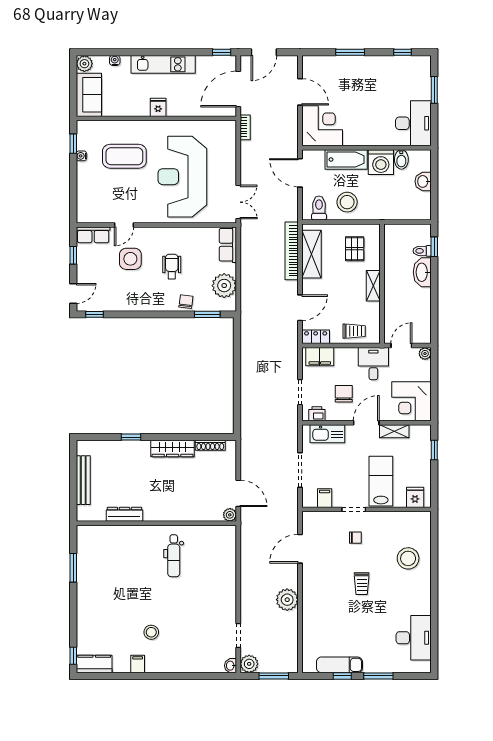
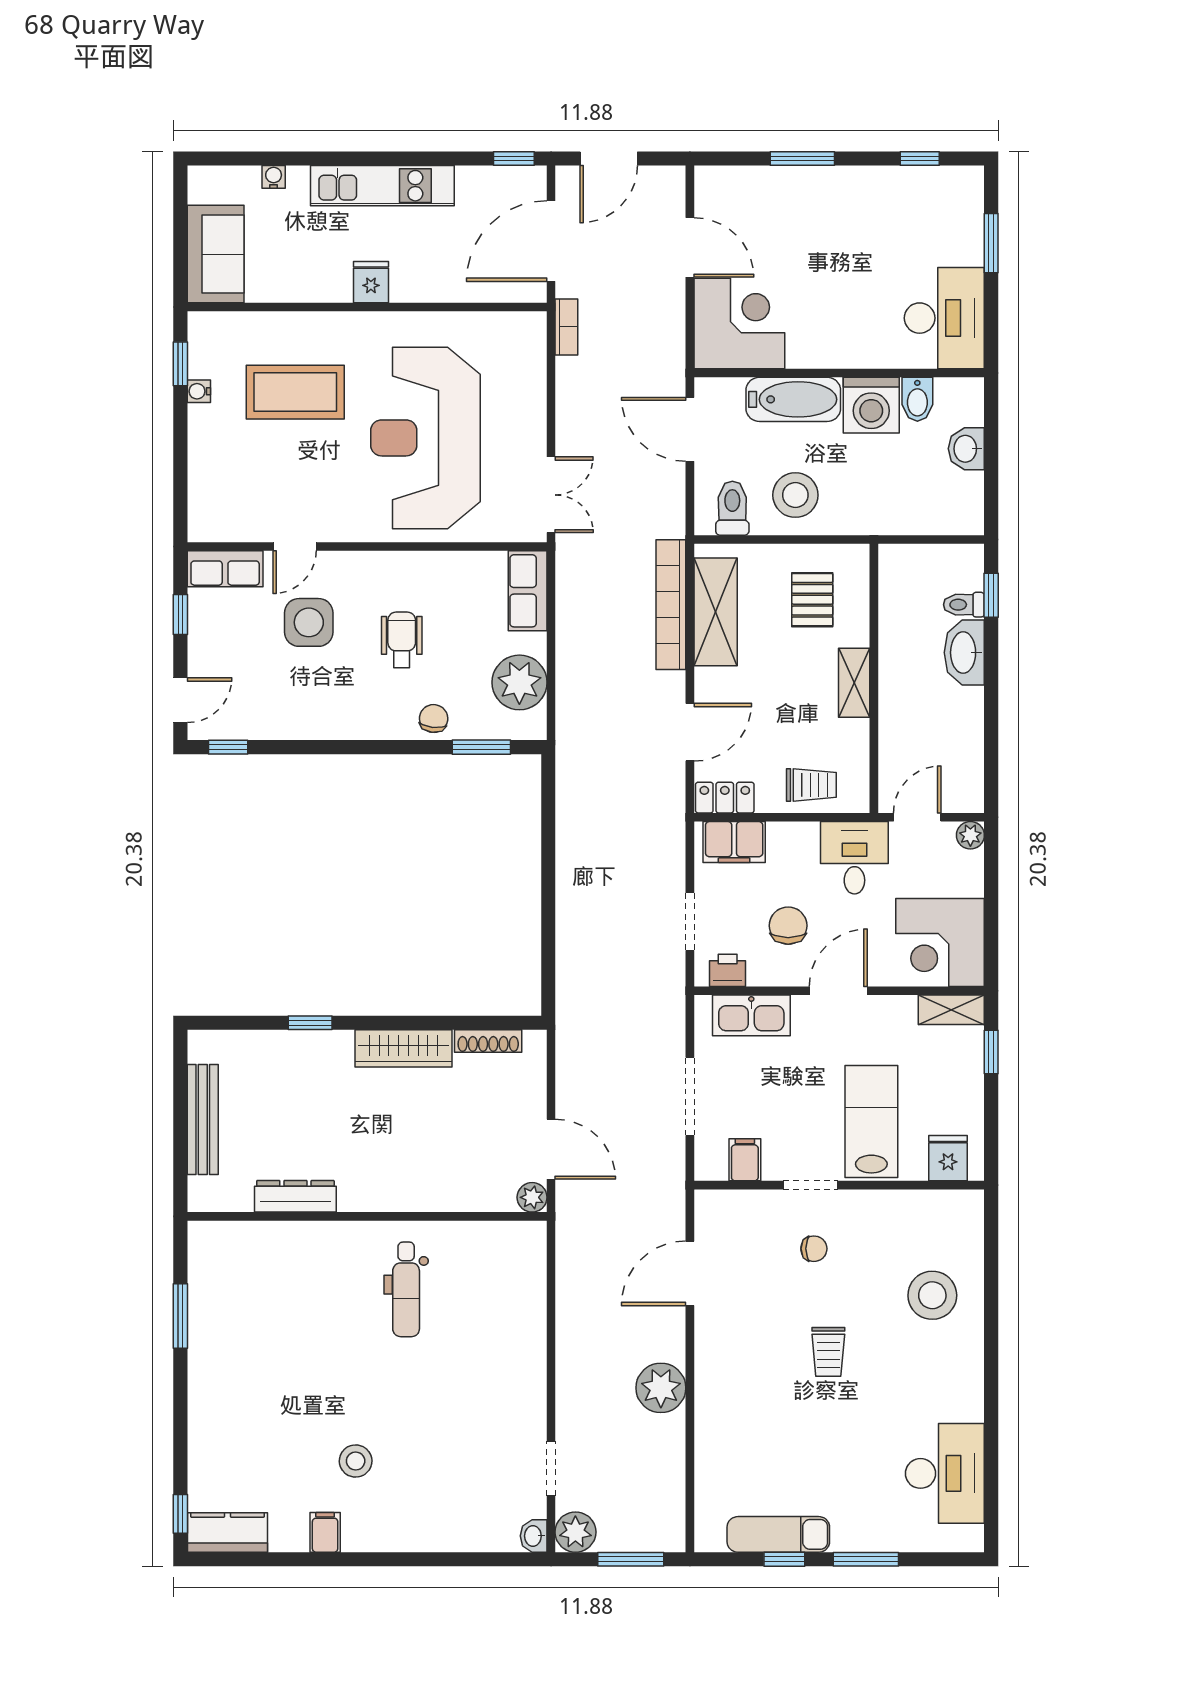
plant: (84, 64) -> (206, 184), removed
shelving: (394, 431) -> (951, 1010), moved

